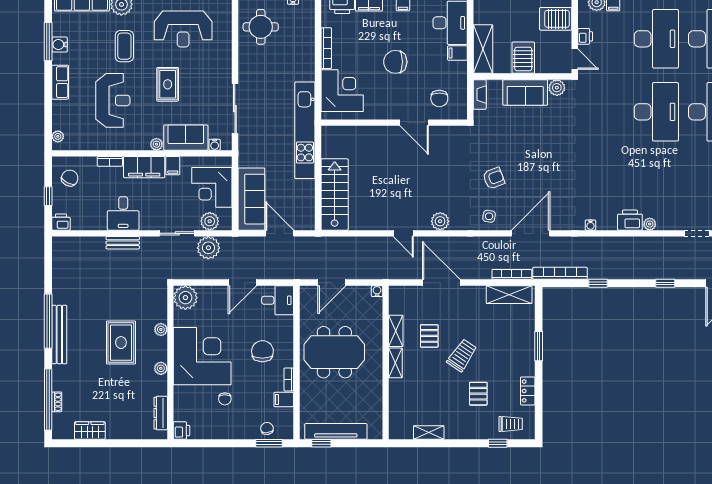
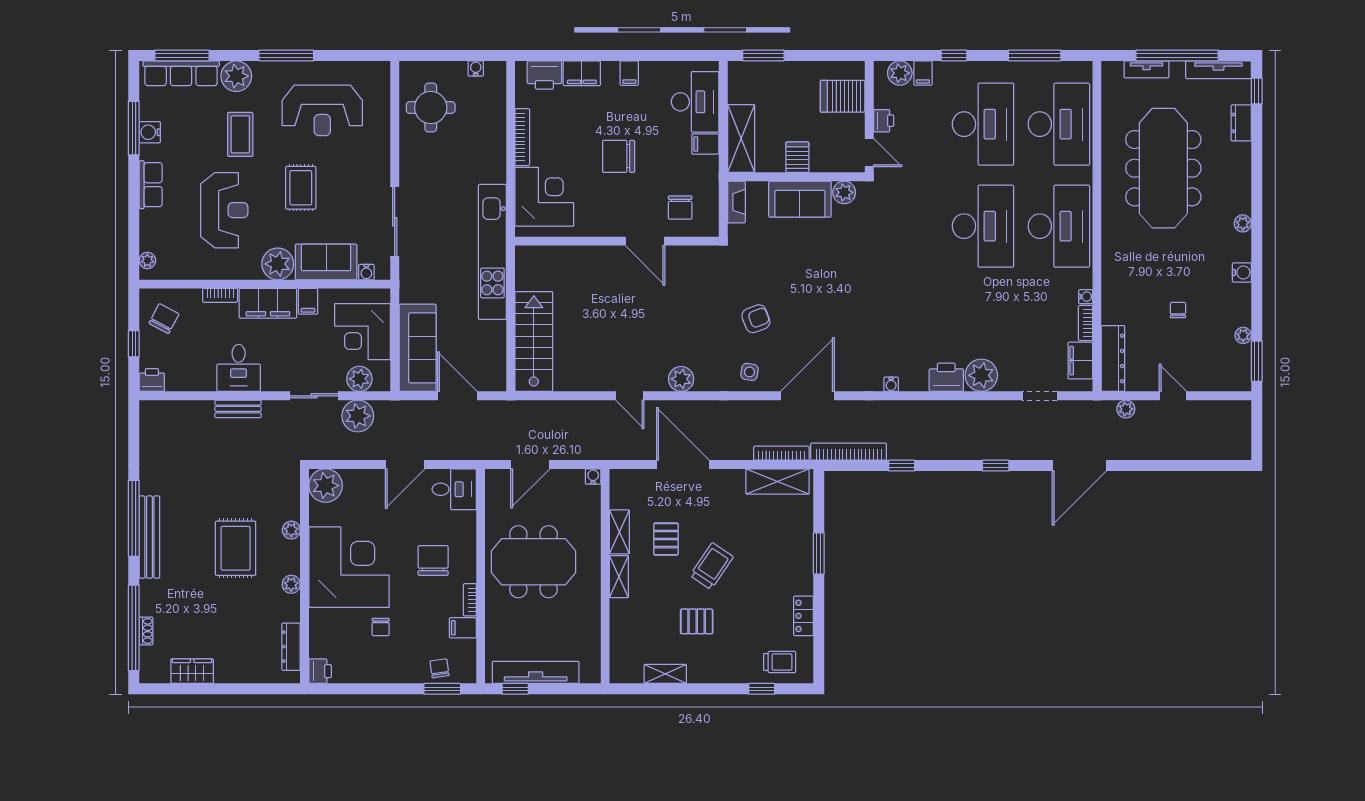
server rack: (523, 58) -> (797, 157), width x0.73, depth x0.70
plant: (156, 144) -> (278, 264), width x1.88, depth x1.88
plant: (650, 224) -> (981, 375), width x1.88, depth x1.88
pallet: (478, 394) -> (697, 621), moved, turned 90

